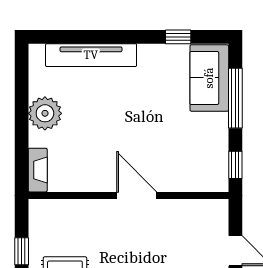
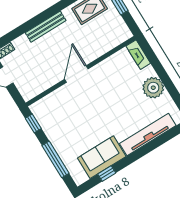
sofa: (209, 78) -> (102, 157), moved, turned -90
door: (137, 195) -> (76, 74), swing flipped

